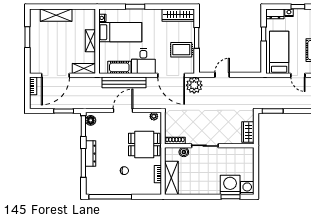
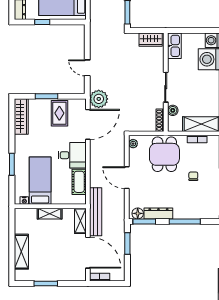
bench: (124, 82) -> (96, 212), moved
kitchen sink: (242, 153) -> (174, 46), added
dresser: (91, 154) -> (158, 214), moved

